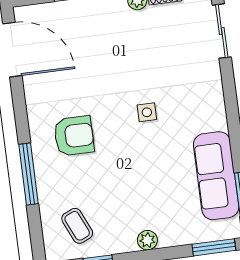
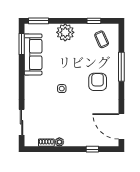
armchair: (74, 136) -> (98, 82), turned 90
plant: (147, 240) -> (65, 32), width x1.87, depth x1.87

